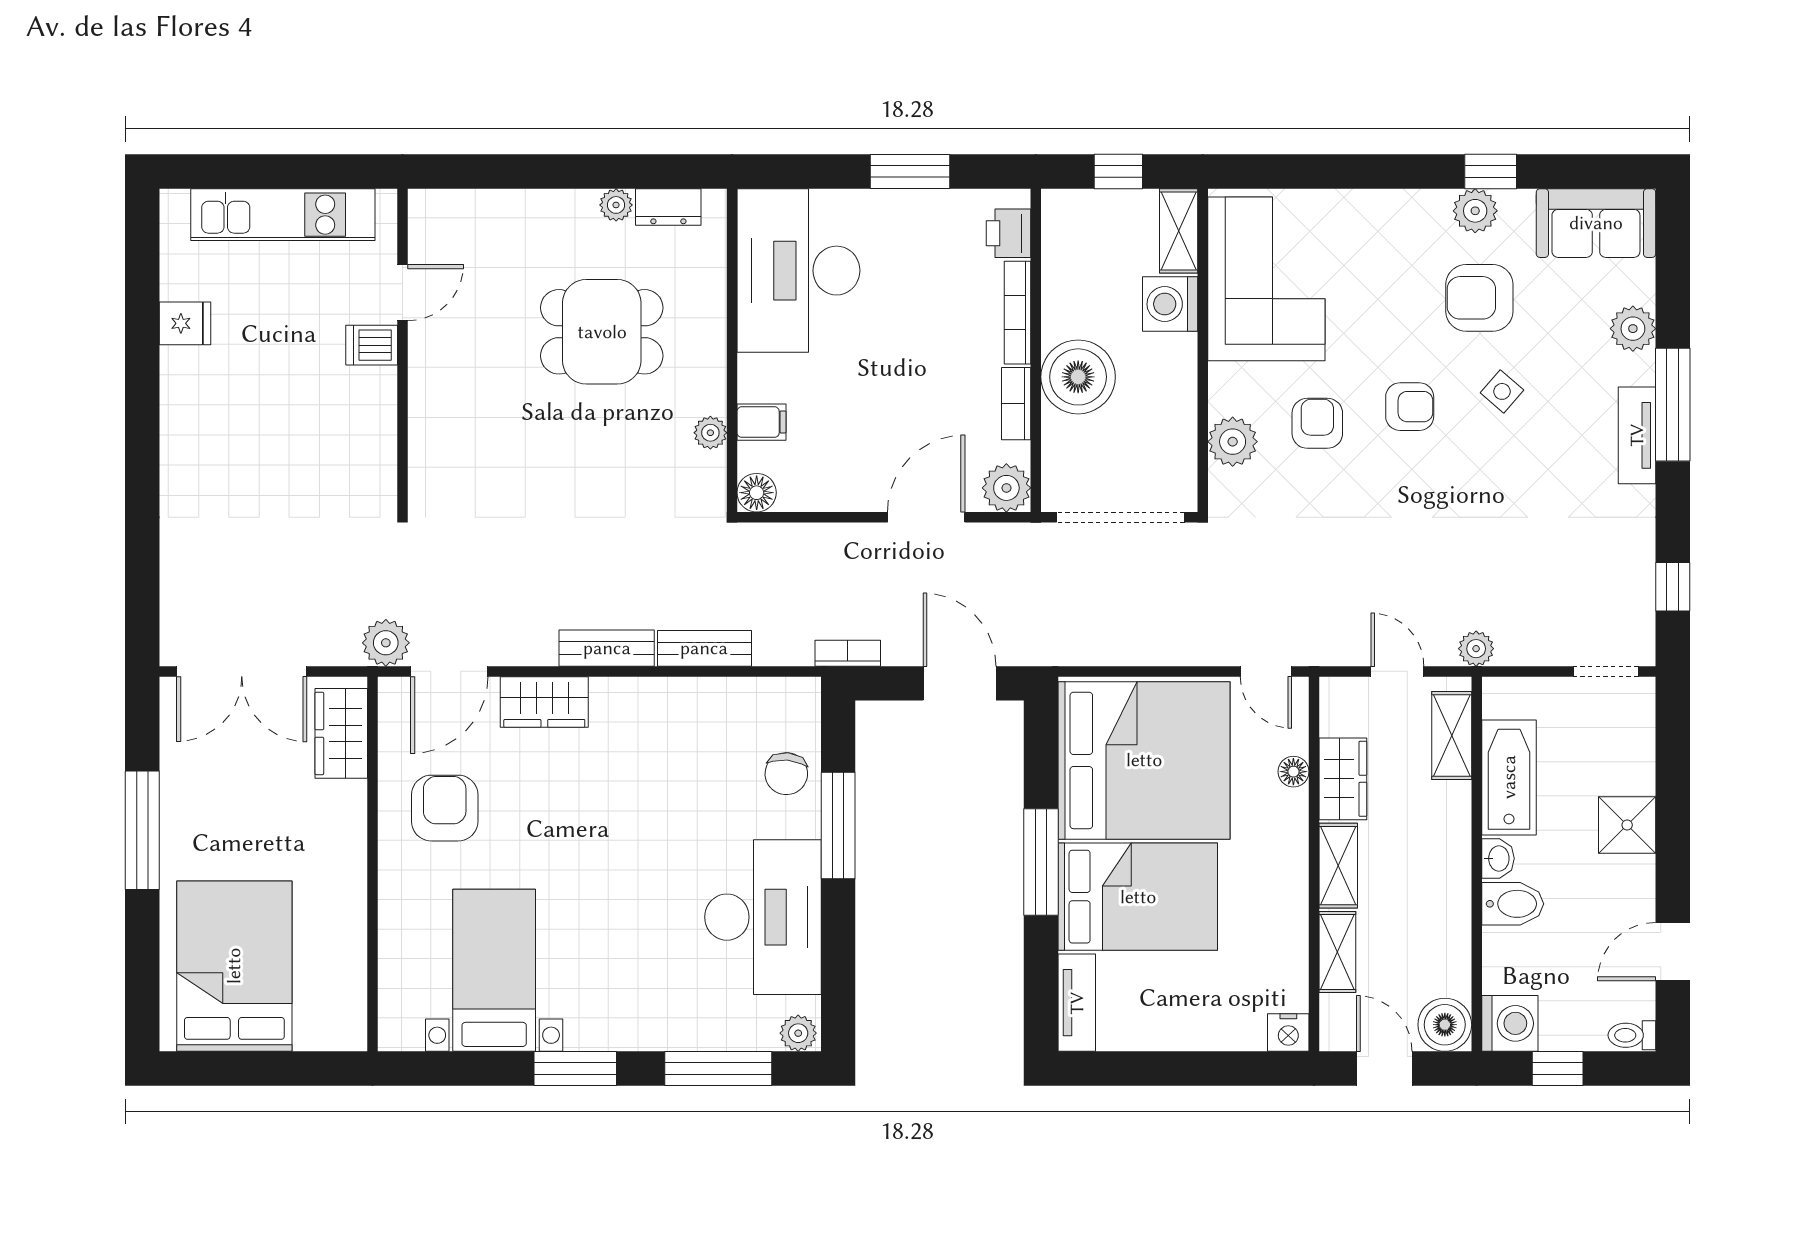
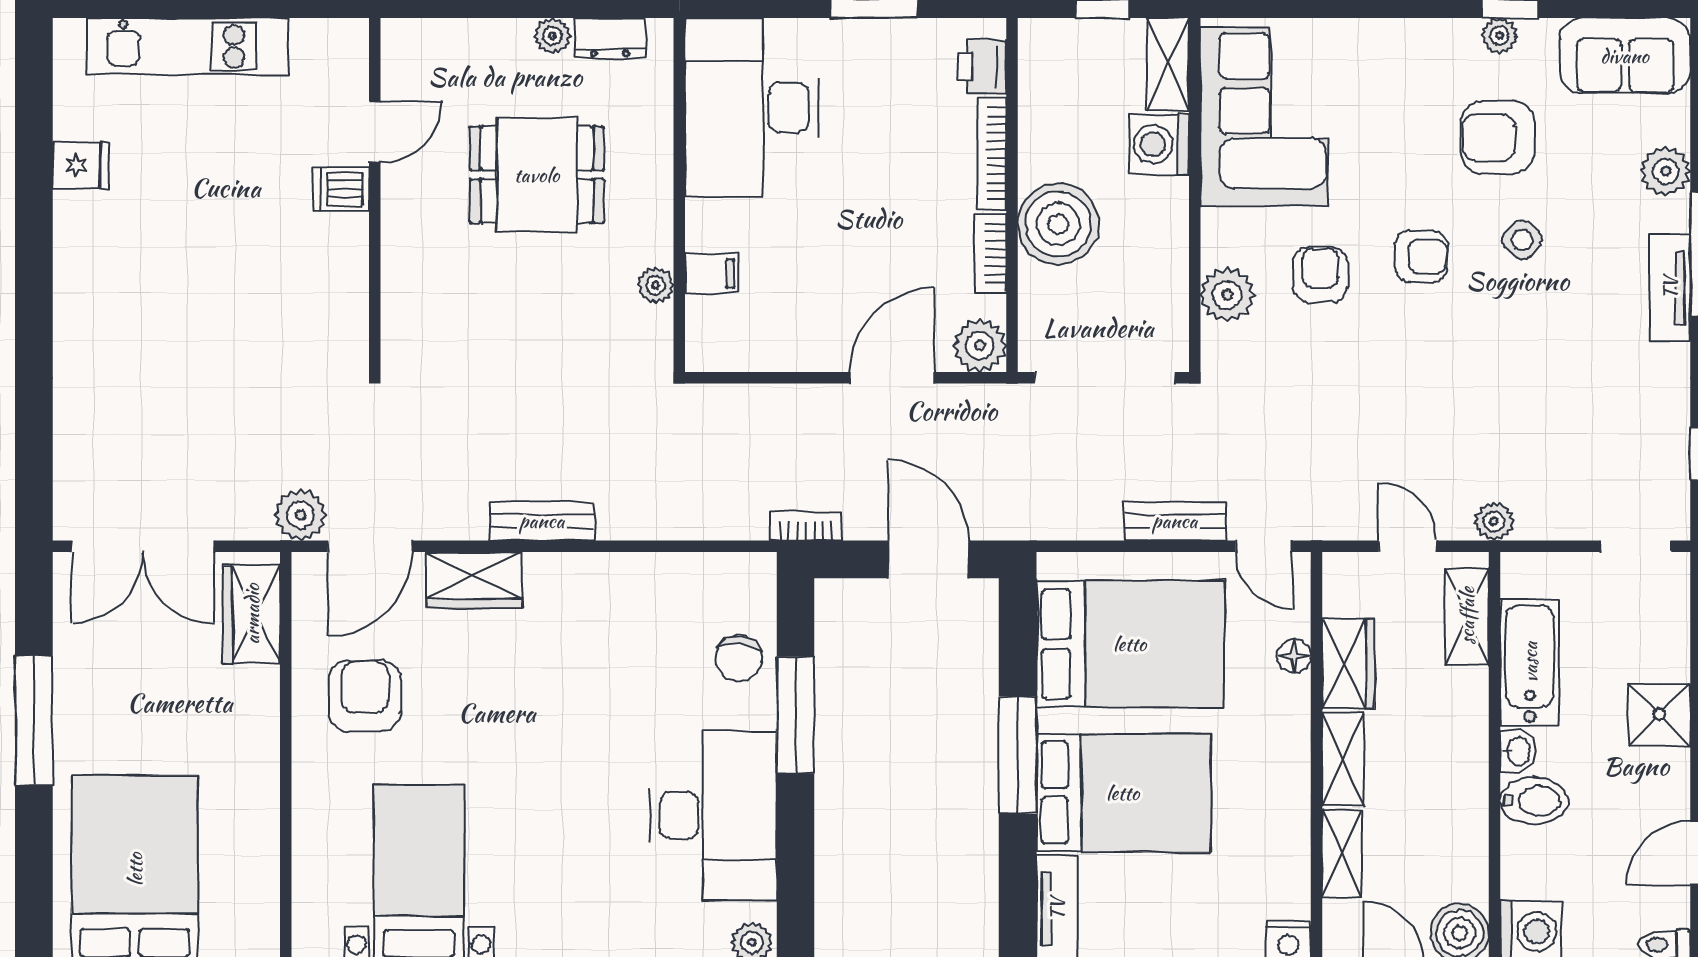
plant: (1475, 211) -> (1499, 36), width x0.73, depth x0.73
door: (402, 293) -> (375, 132), moved
dishwasher: (372, 345) -> (341, 189), moved
wall: (402, 350) -> (375, 195), moved
floor lamp: (757, 493) -> (706, 351), removed
bench: (704, 648) -> (1175, 521), moved
bed: (1144, 760) -> (1130, 644), width x0.73

